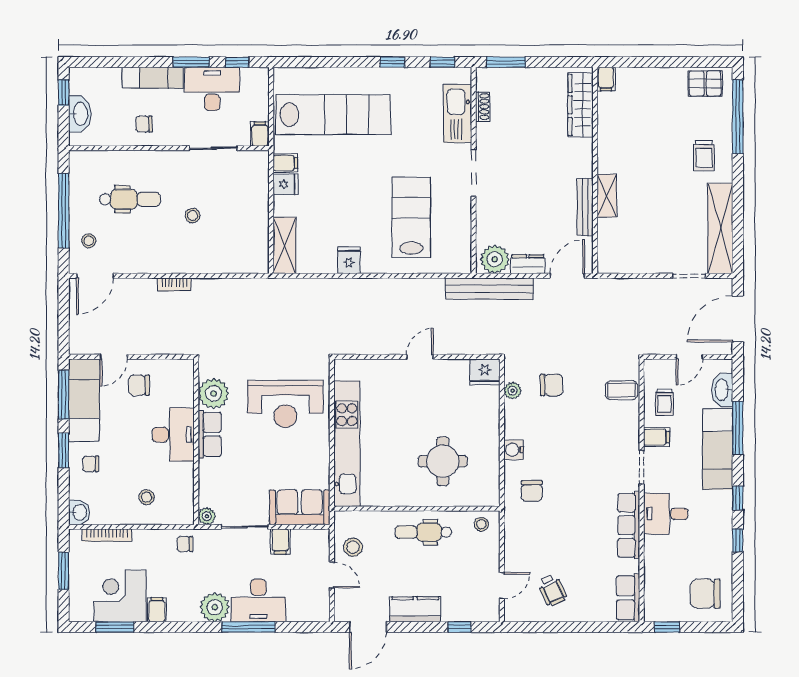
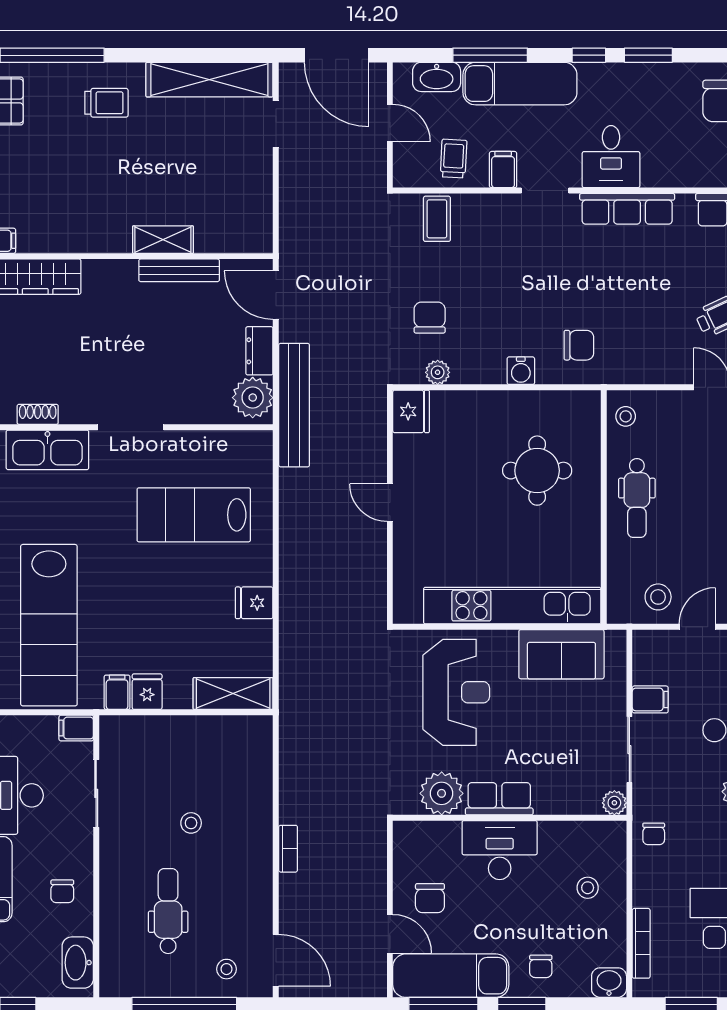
washbasin: (80, 114) -> (78, 963), moved, turned -90
lab bench: (333, 115) -> (49, 625), turned 180
trolley: (664, 402) -> (454, 159), turned -87
sofa: (300, 507) -> (561, 654), moved, turned -90
window: (738, 540) -> (648, 55), width x1.50

